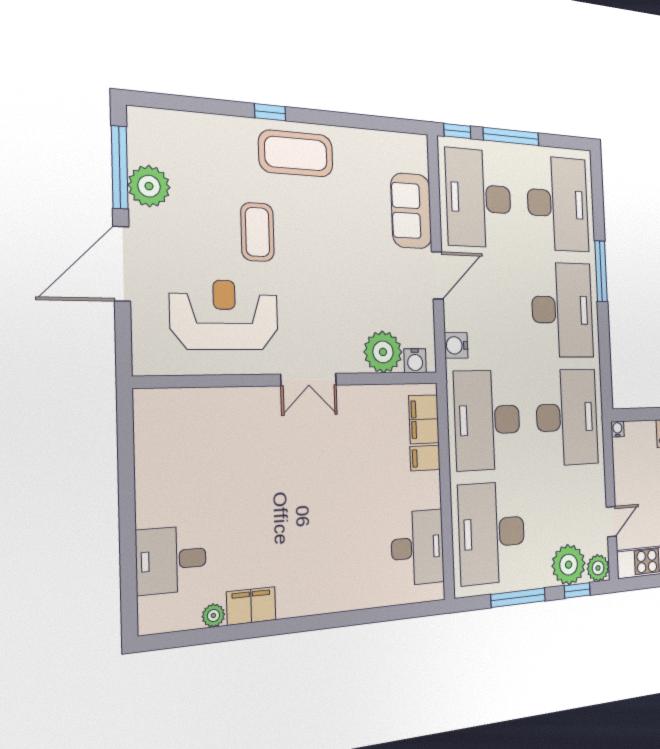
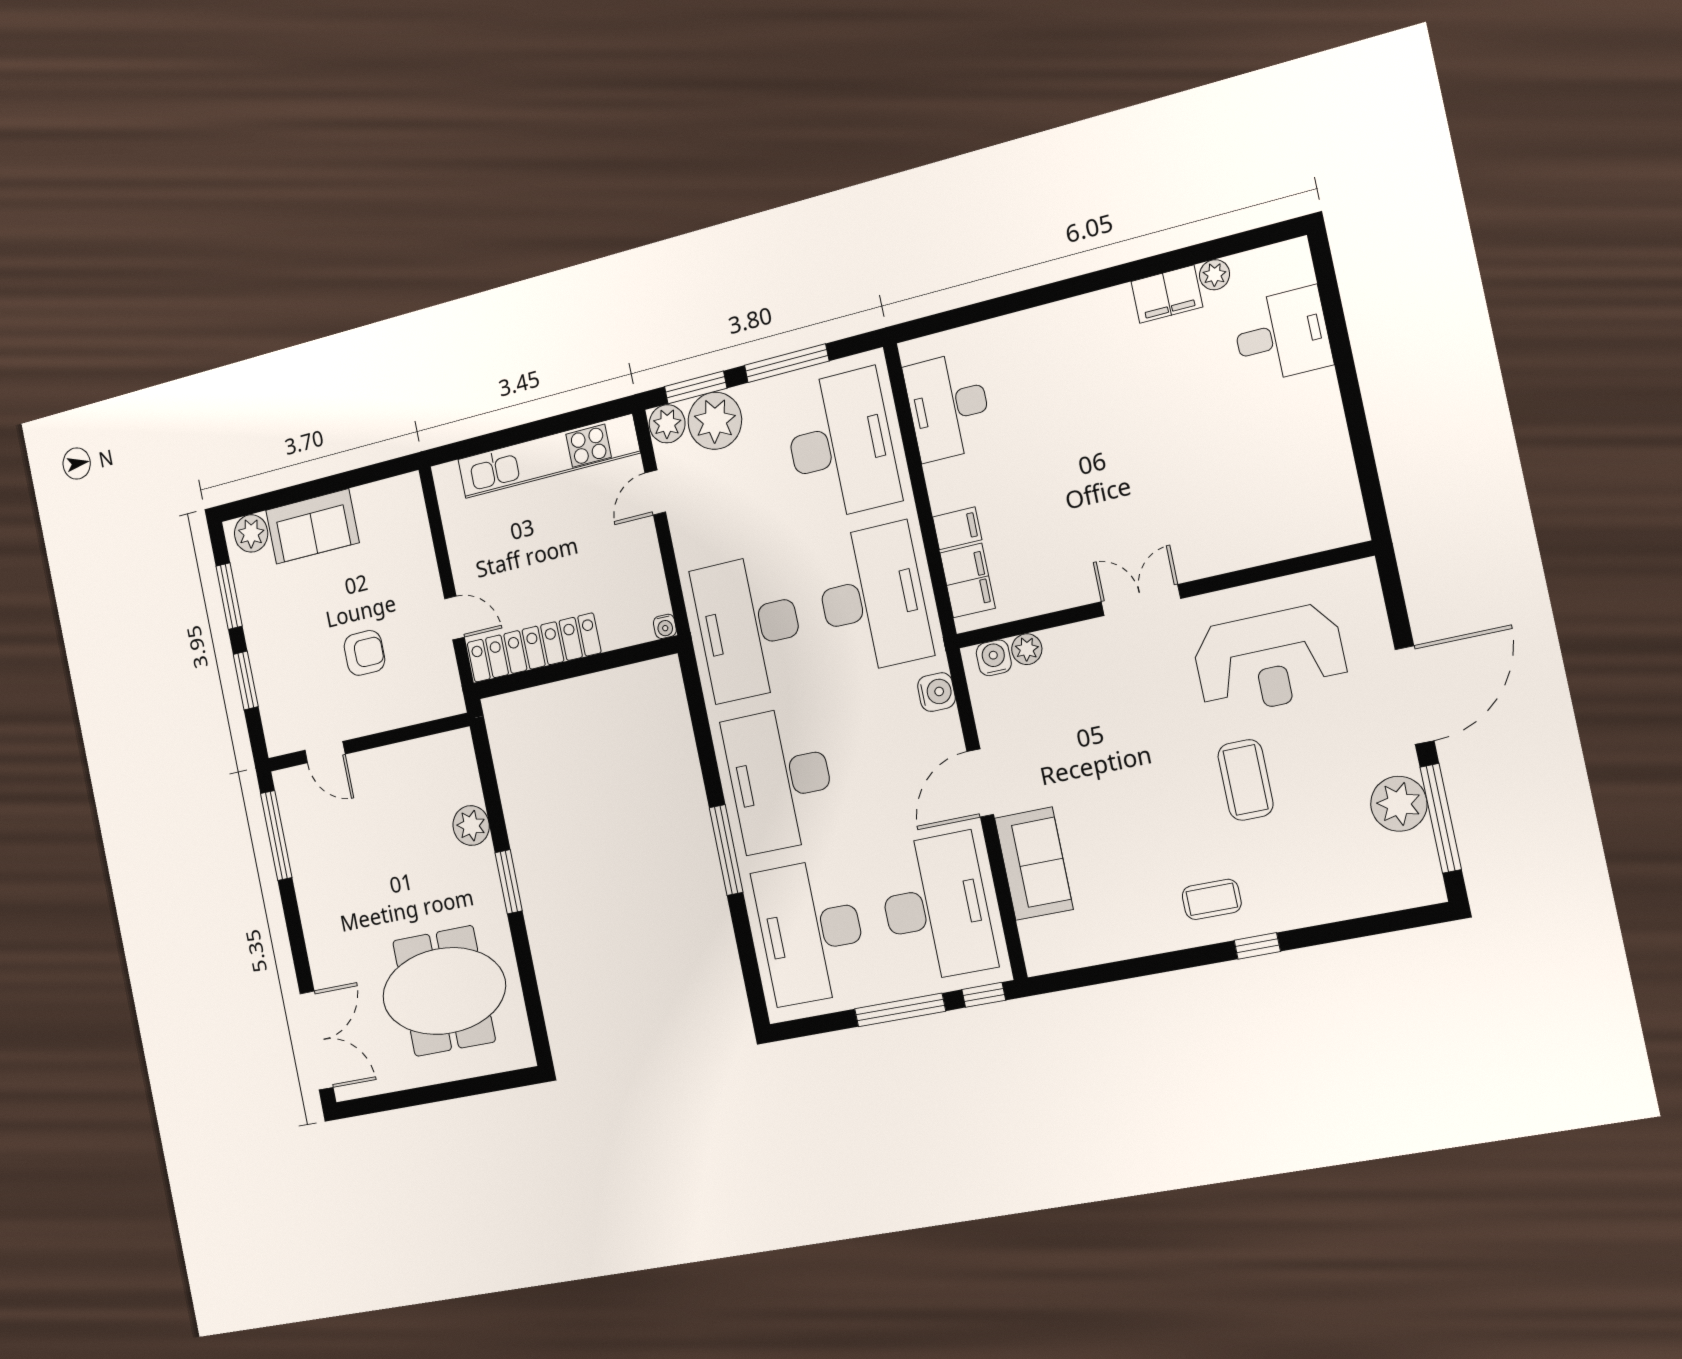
coffee table: (296, 154) -> (1212, 899), width x0.54, depth x0.58
plant: (383, 352) -> (1027, 649), width x0.53, depth x0.53
window: (577, 590) -> (696, 387), width x1.50

